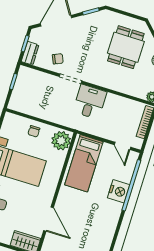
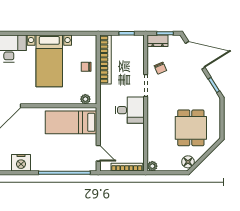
dining table: (126, 47) -> (191, 128), turned 90
bookcase: (33, 110) -> (105, 60), added
plant: (61, 141) -> (85, 99), width x0.53, depth x0.53
door: (122, 146) -> (98, 153), swing flipped
nightstand: (119, 191) -> (21, 163), moved

